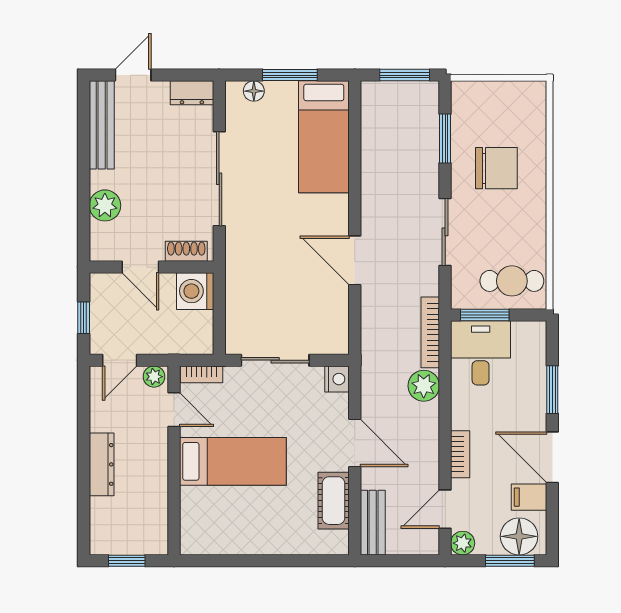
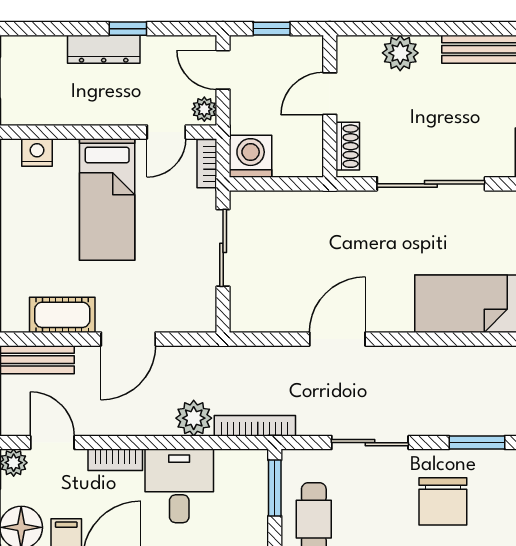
washing machine: (195, 291) -> (251, 156), moved
desk: (481, 353) -> (179, 486), moved, turned -90
nightstand: (337, 379) -> (37, 152), moved, turned 180
window: (84, 443) -> (128, 29), added

